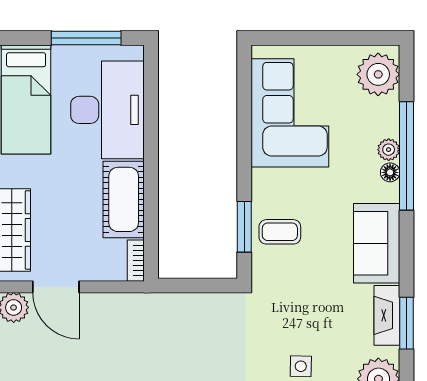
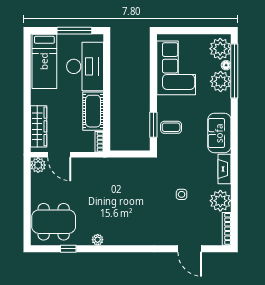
plant: (389, 150) -> (221, 81), width x1.88, depth x1.88
window: (406, 156) -> (234, 71), moved
floor lamp: (390, 172) -> (226, 65), moved
window: (406, 323) -> (234, 173), removed

